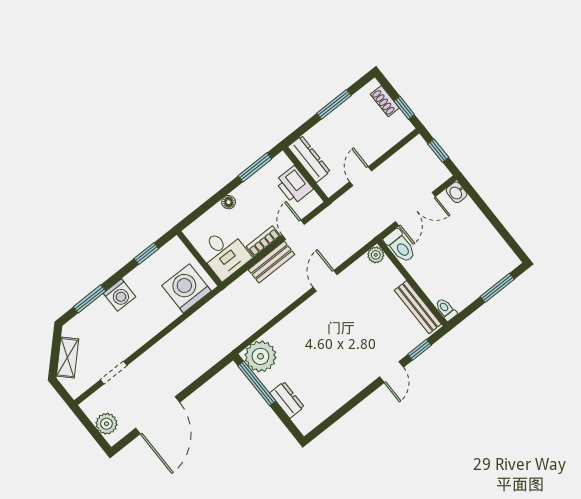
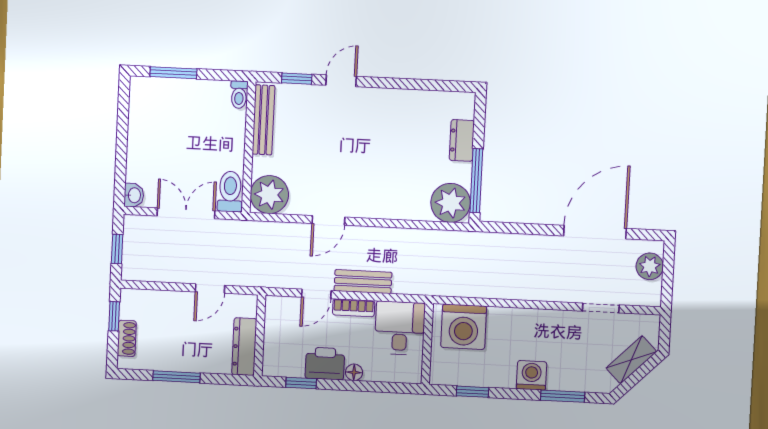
window: (255, 167) -> (301, 383), width x0.67
printer: (294, 185) -> (325, 364), moved, turned -90
plant: (376, 255) -> (269, 195), width x1.88, depth x1.88

